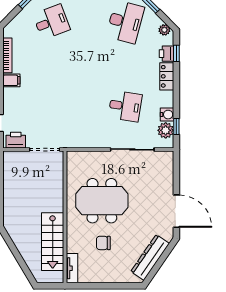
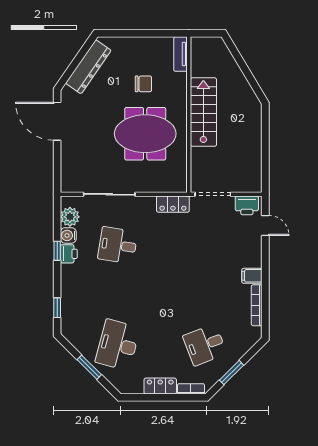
plant: (164, 30) -> (71, 335), removed
printer: (167, 54) -> (69, 254), moved
locker: (167, 76) -> (173, 204), moved, turned 90
window: (176, 127) -> (57, 251), moved
stairs: (53, 242) -> (203, 112), moved

